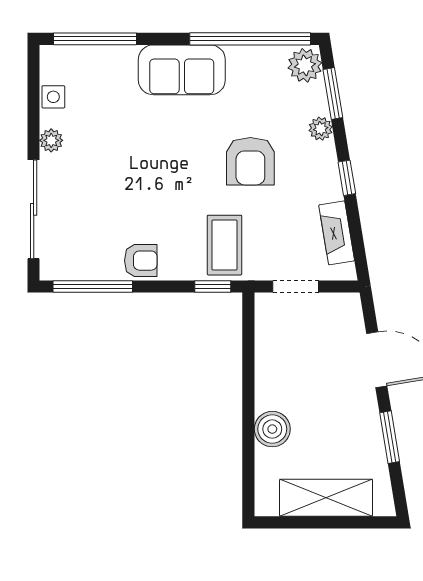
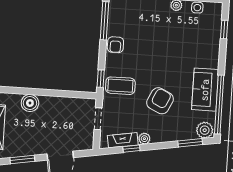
window: (95, 39) -> (224, 30), width x0.46
sofa: (182, 70) -> (205, 90), moved
plant: (321, 129) -> (144, 139), moved
armchair: (250, 161) -> (160, 101), turned 115
window: (347, 178) -> (131, 149), moved

